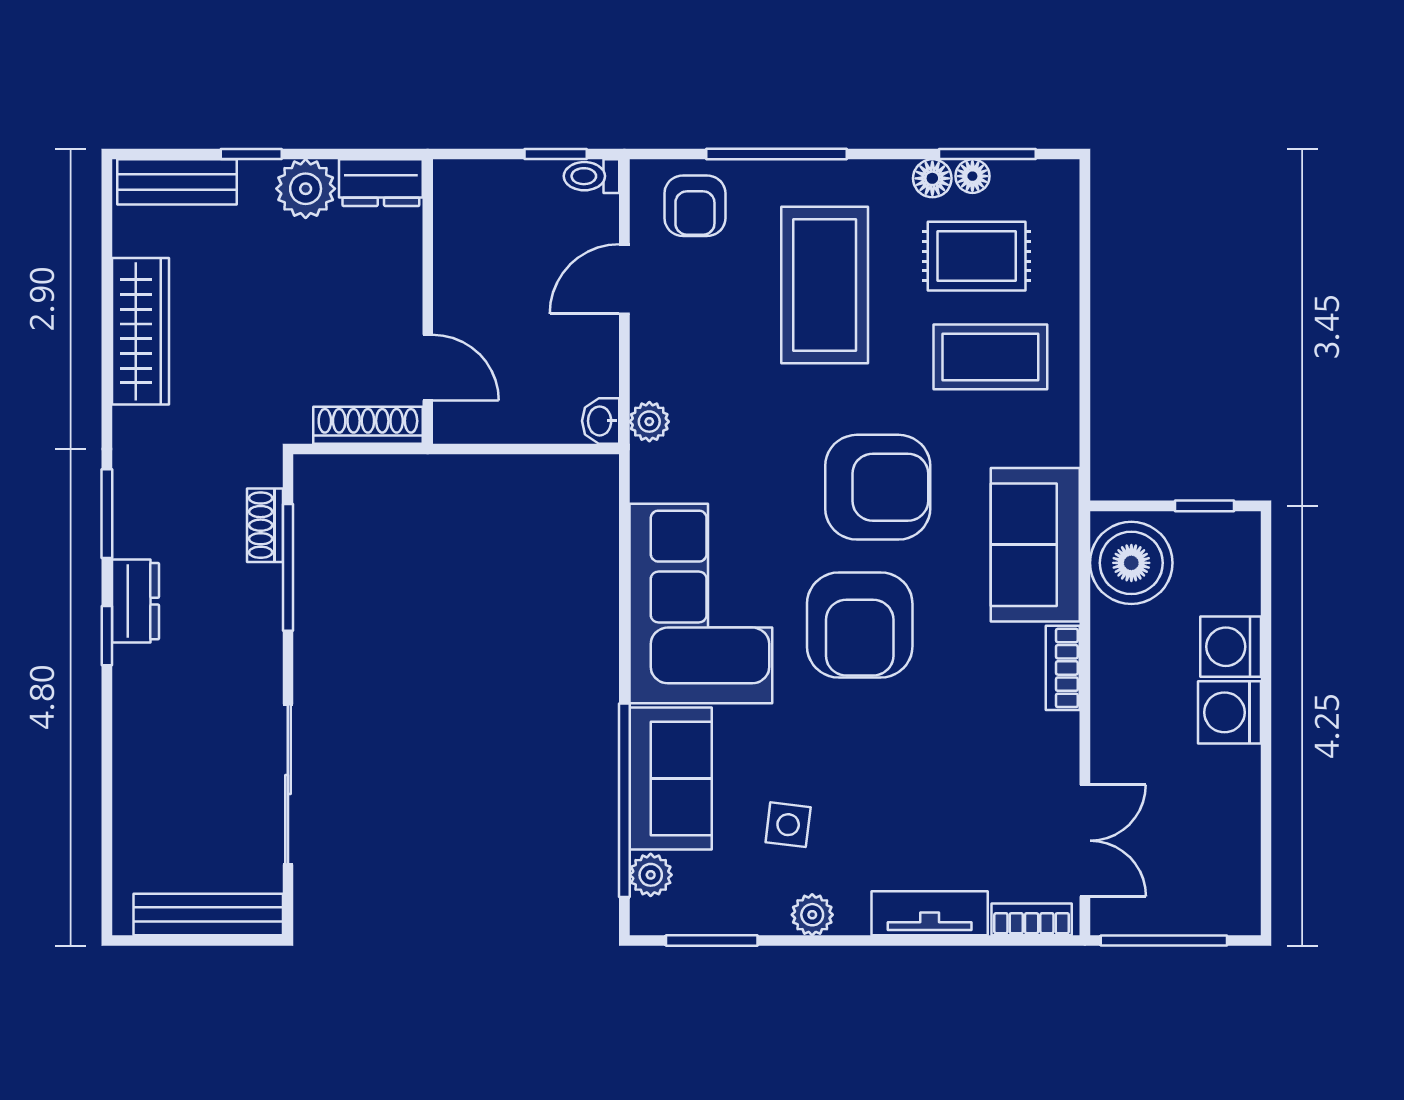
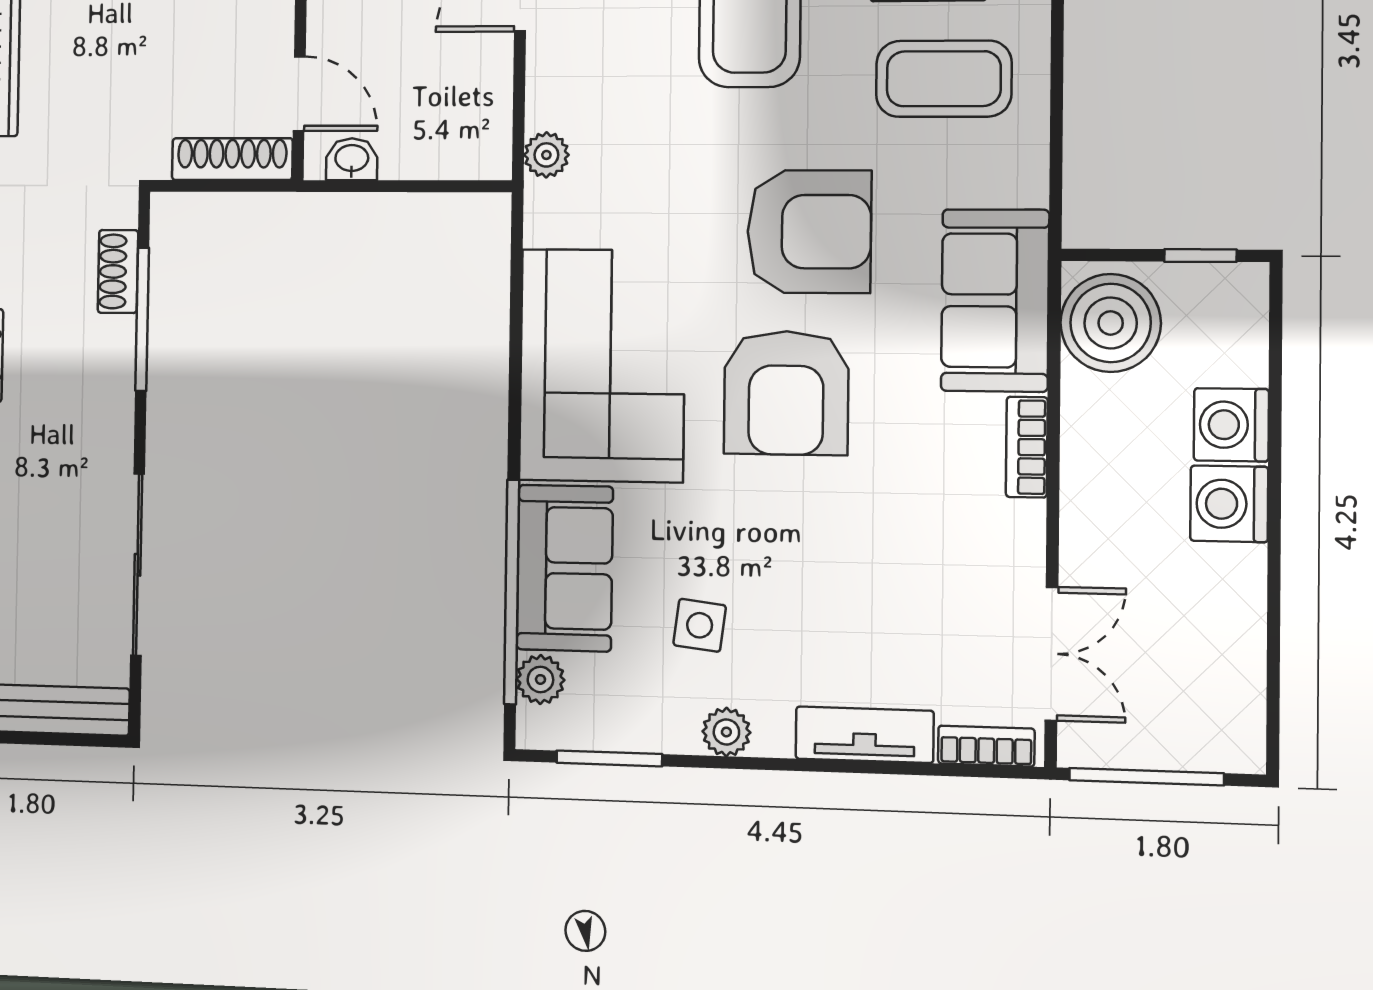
washbasin: (601, 421) -> (352, 159), moved, turned 90

